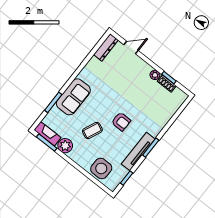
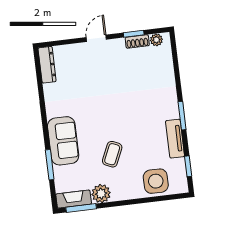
door: (131, 48) -> (96, 38), moved
plant: (155, 75) -> (156, 40), moved
armchair: (121, 121) -> (130, 119), removed
tv unit: (138, 151) -> (175, 139), width x0.71

